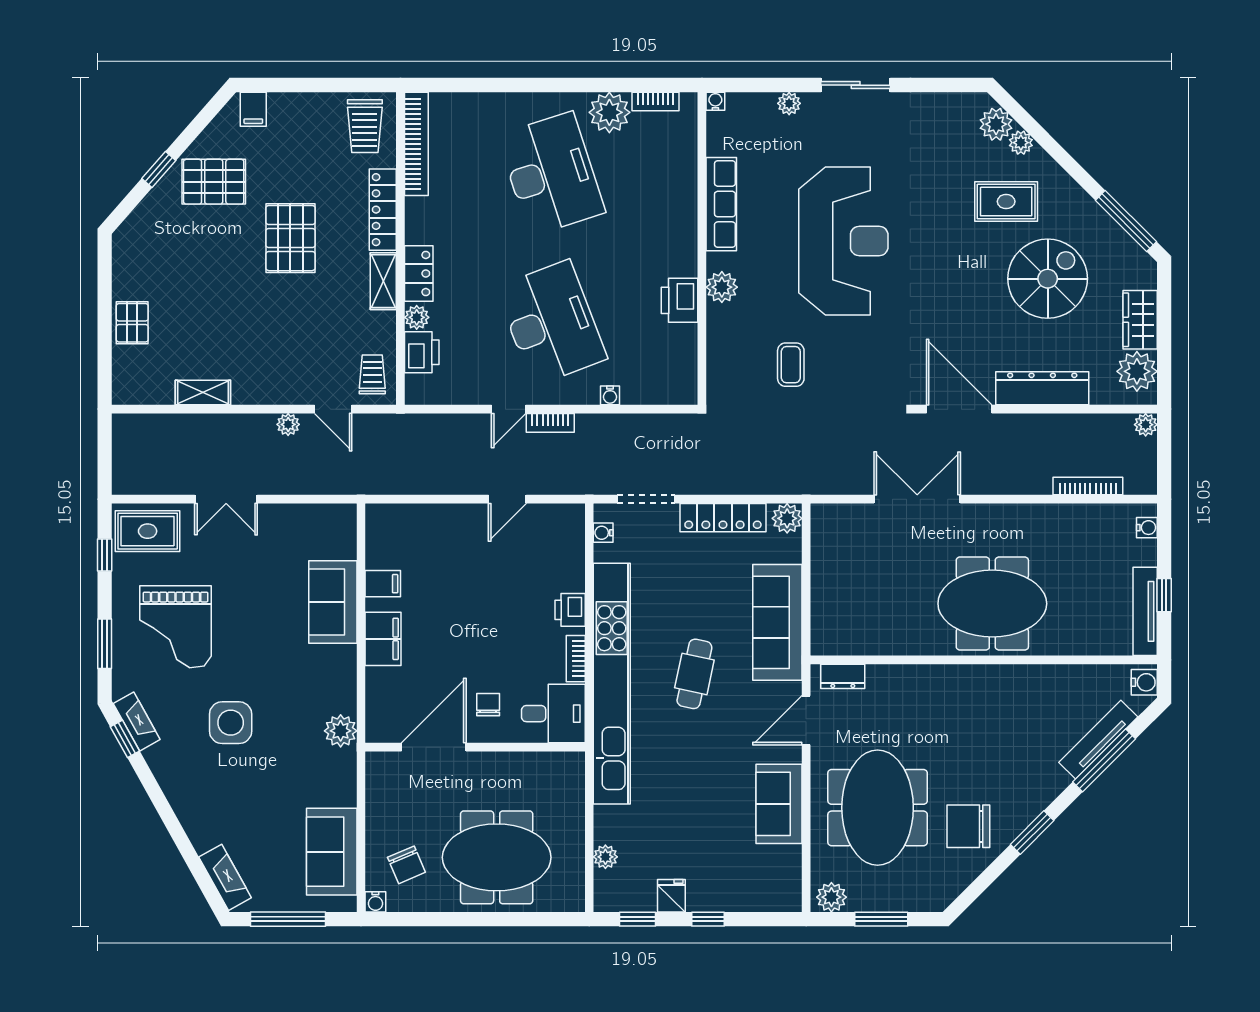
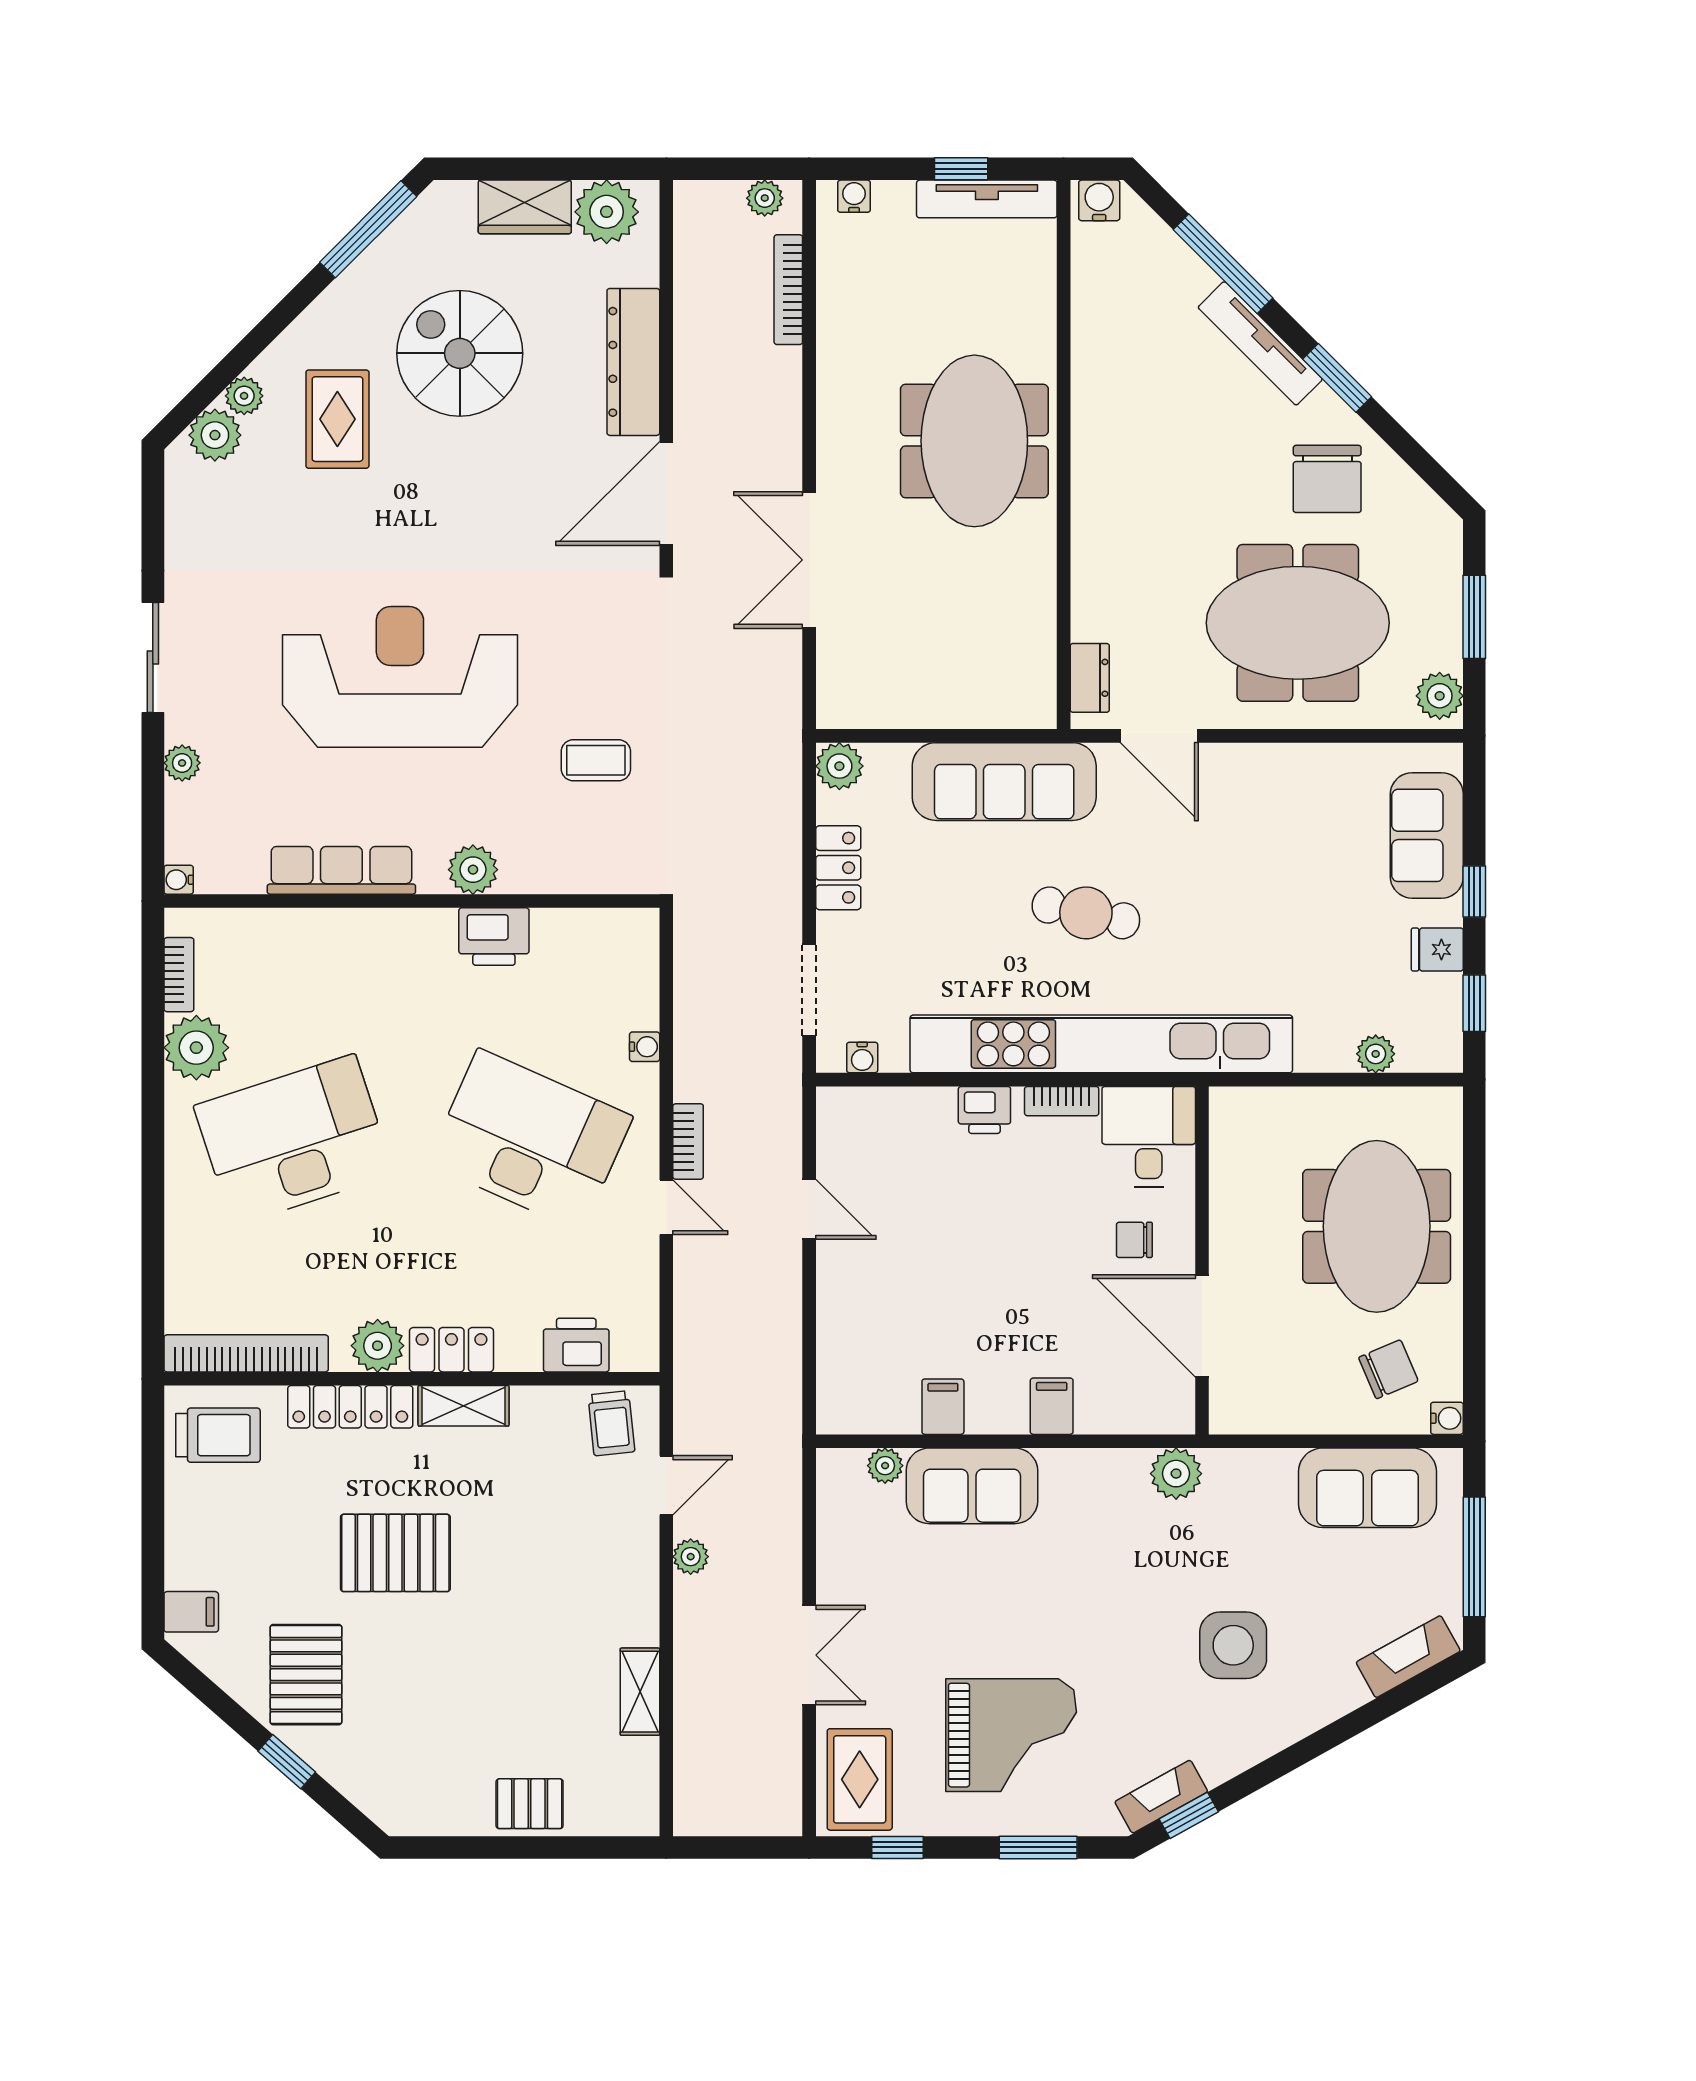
plant: (417, 317) -> (378, 1346), moved, width x1.38, depth x1.38
desk: (551, 323) -> (530, 1140), turned 45
trolley: (372, 374) -> (611, 1423), turned -96
plant: (1146, 425) -> (765, 198), moved
locker: (723, 518) -> (838, 868), width x0.66
plant: (346, 547) -> (885, 1466), added
filing cabinet: (383, 639) -> (1052, 1406), width x0.50
side table: (231, 723) -> (1233, 1645), moved
tv unit: (1098, 740) -> (1260, 343), moved
sofa: (779, 804) -> (1427, 835), moved, turned 90

